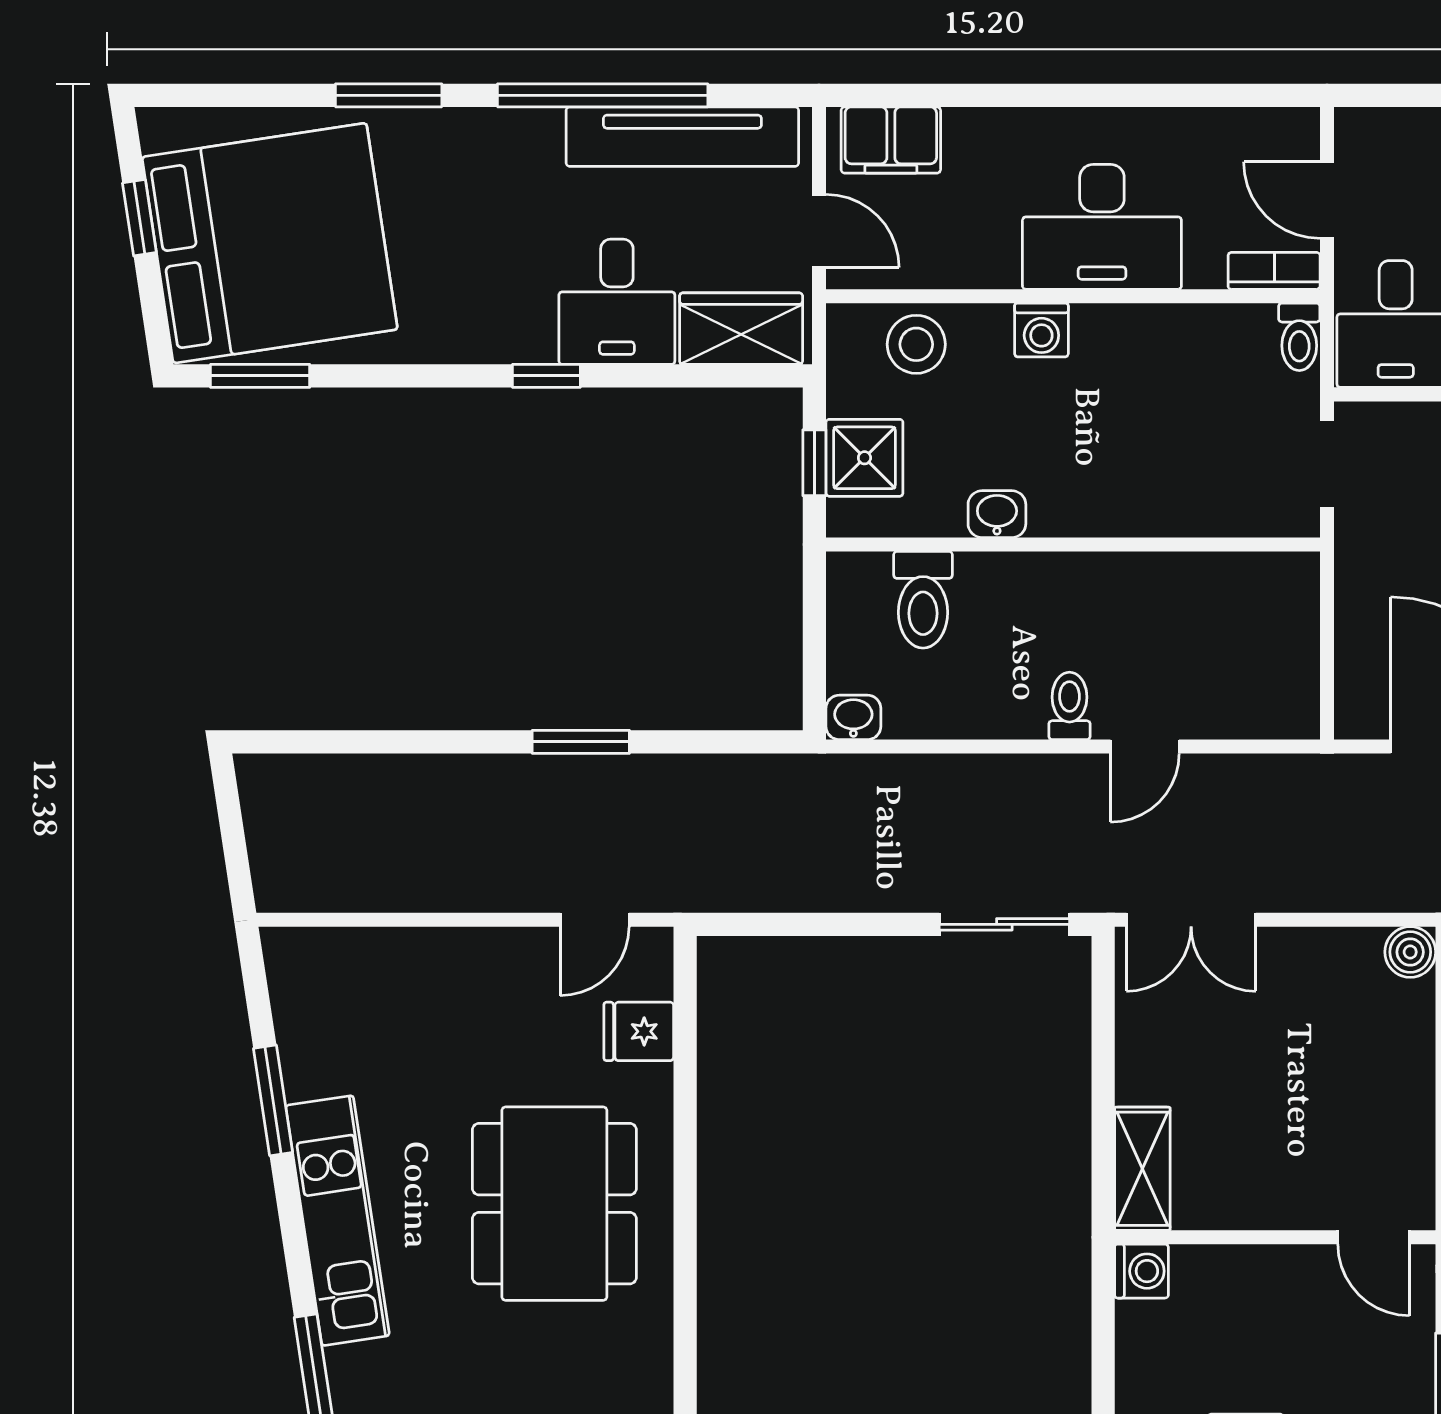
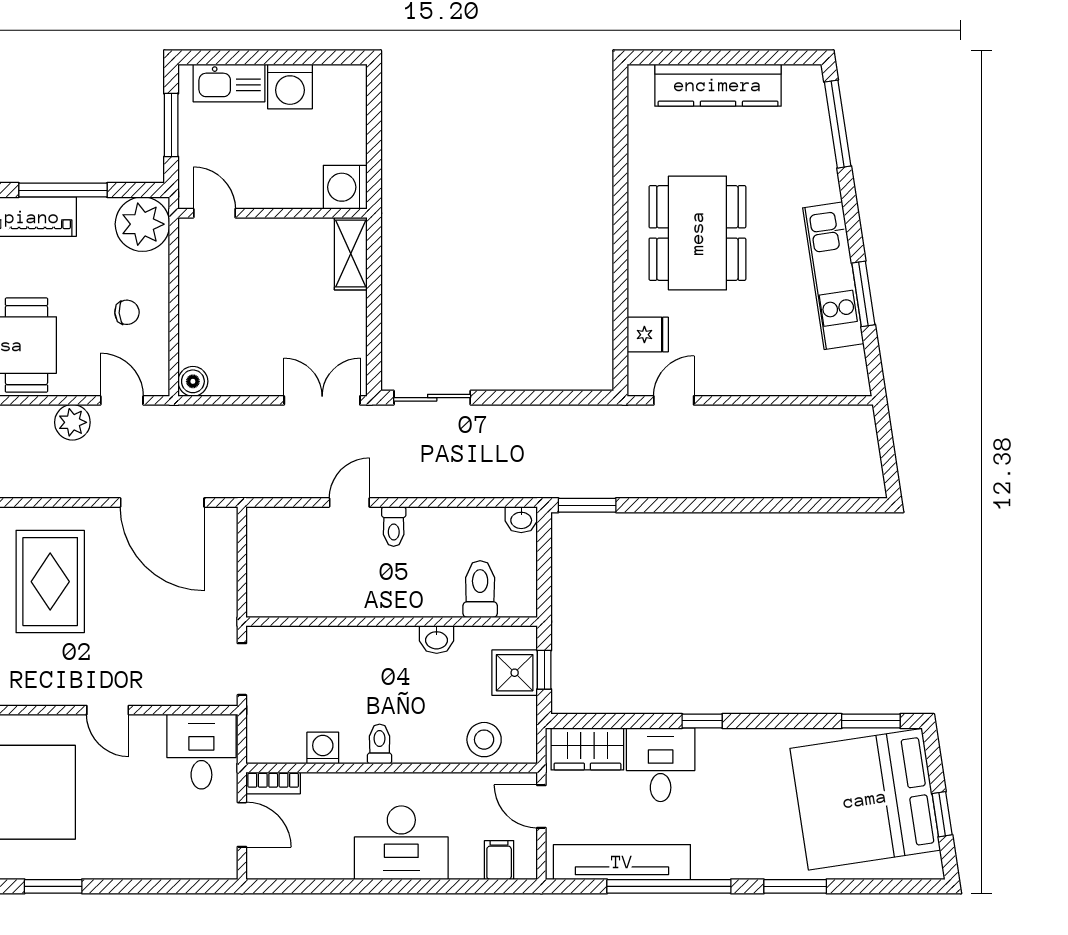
filing cabinet: (891, 140) -> (499, 860), width x0.50
desk: (1102, 227) -> (401, 843), moved, turned 180
washing machine: (1041, 330) -> (323, 748), moved
toilet: (1299, 337) -> (380, 744), moved
window: (581, 742) -> (587, 505), moved
kitchen unit: (338, 1221) -> (833, 276), moved
washing machine: (1142, 1271) -> (345, 187), width x1.38, depth x1.38

